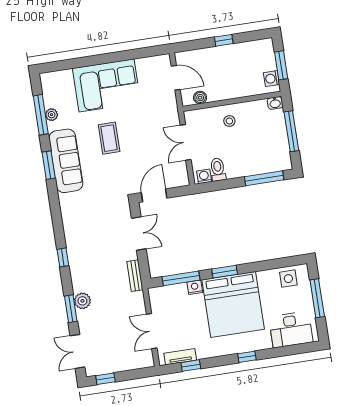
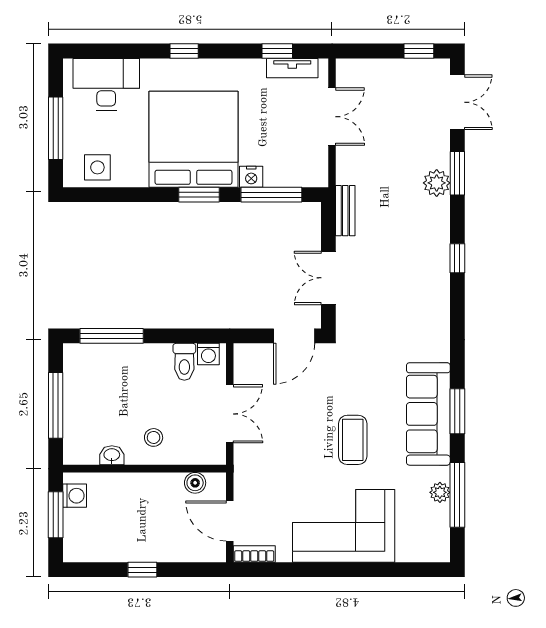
bookcase: (158, 60) -> (254, 554), added
washbasin: (275, 103) -> (112, 455), moved

